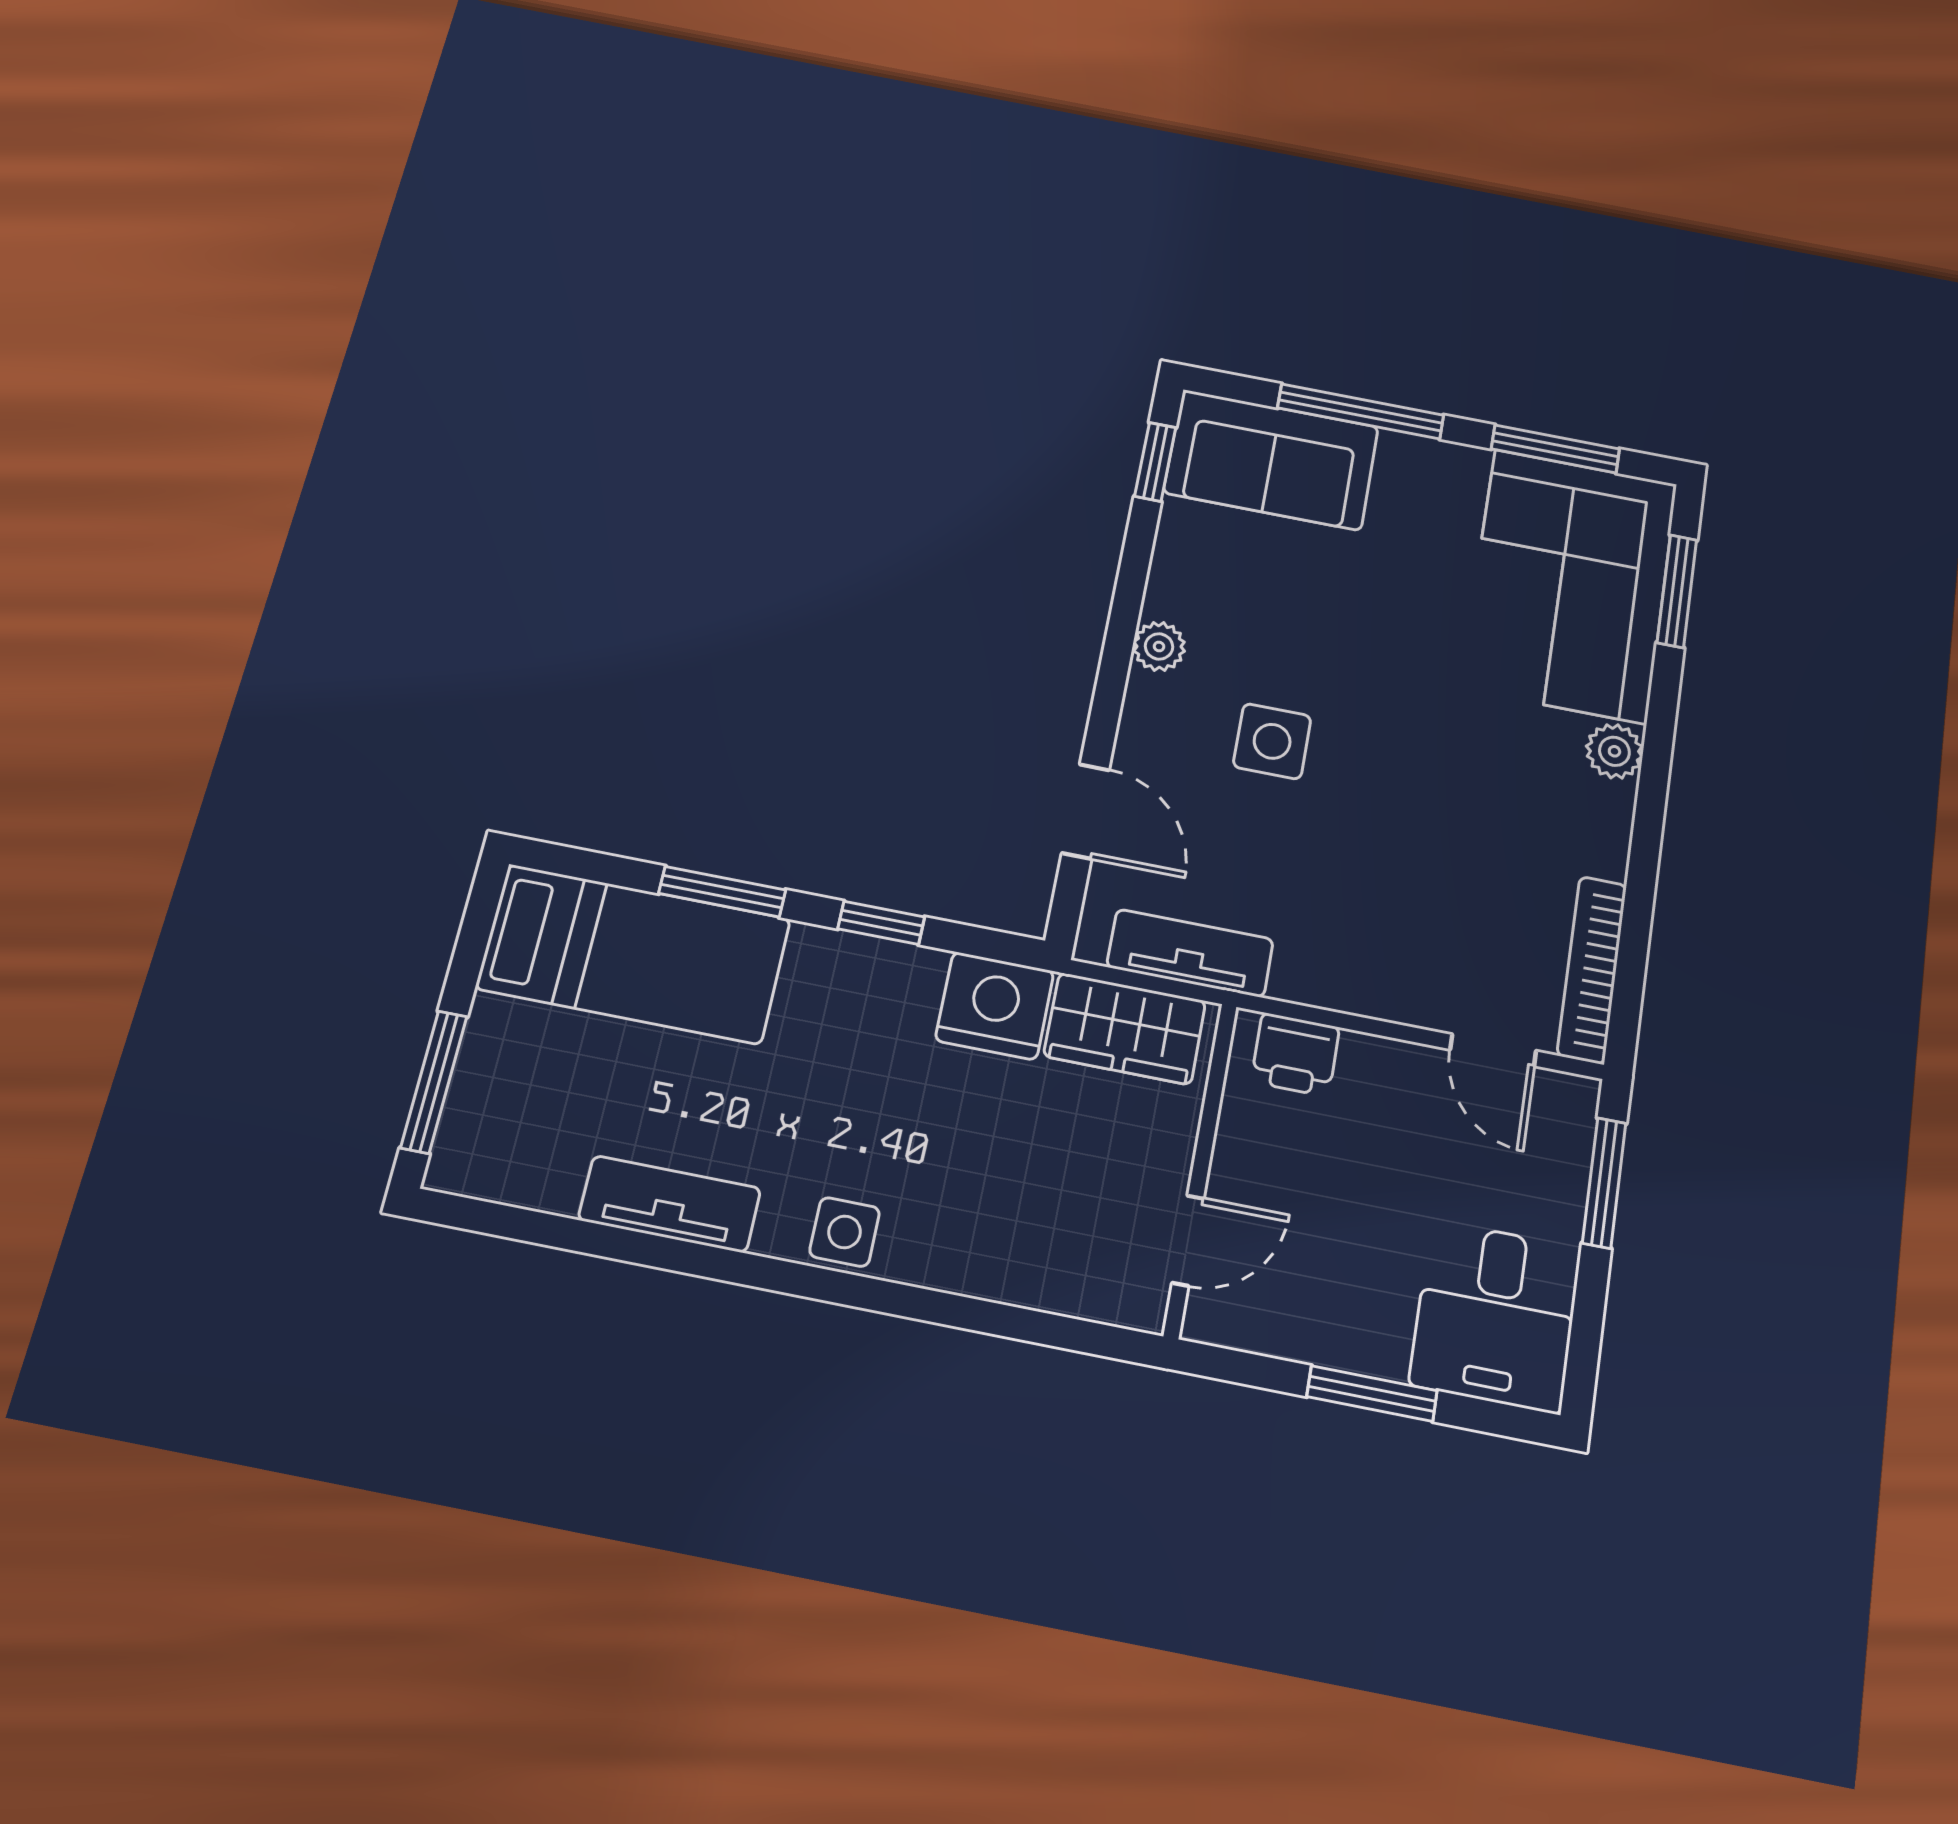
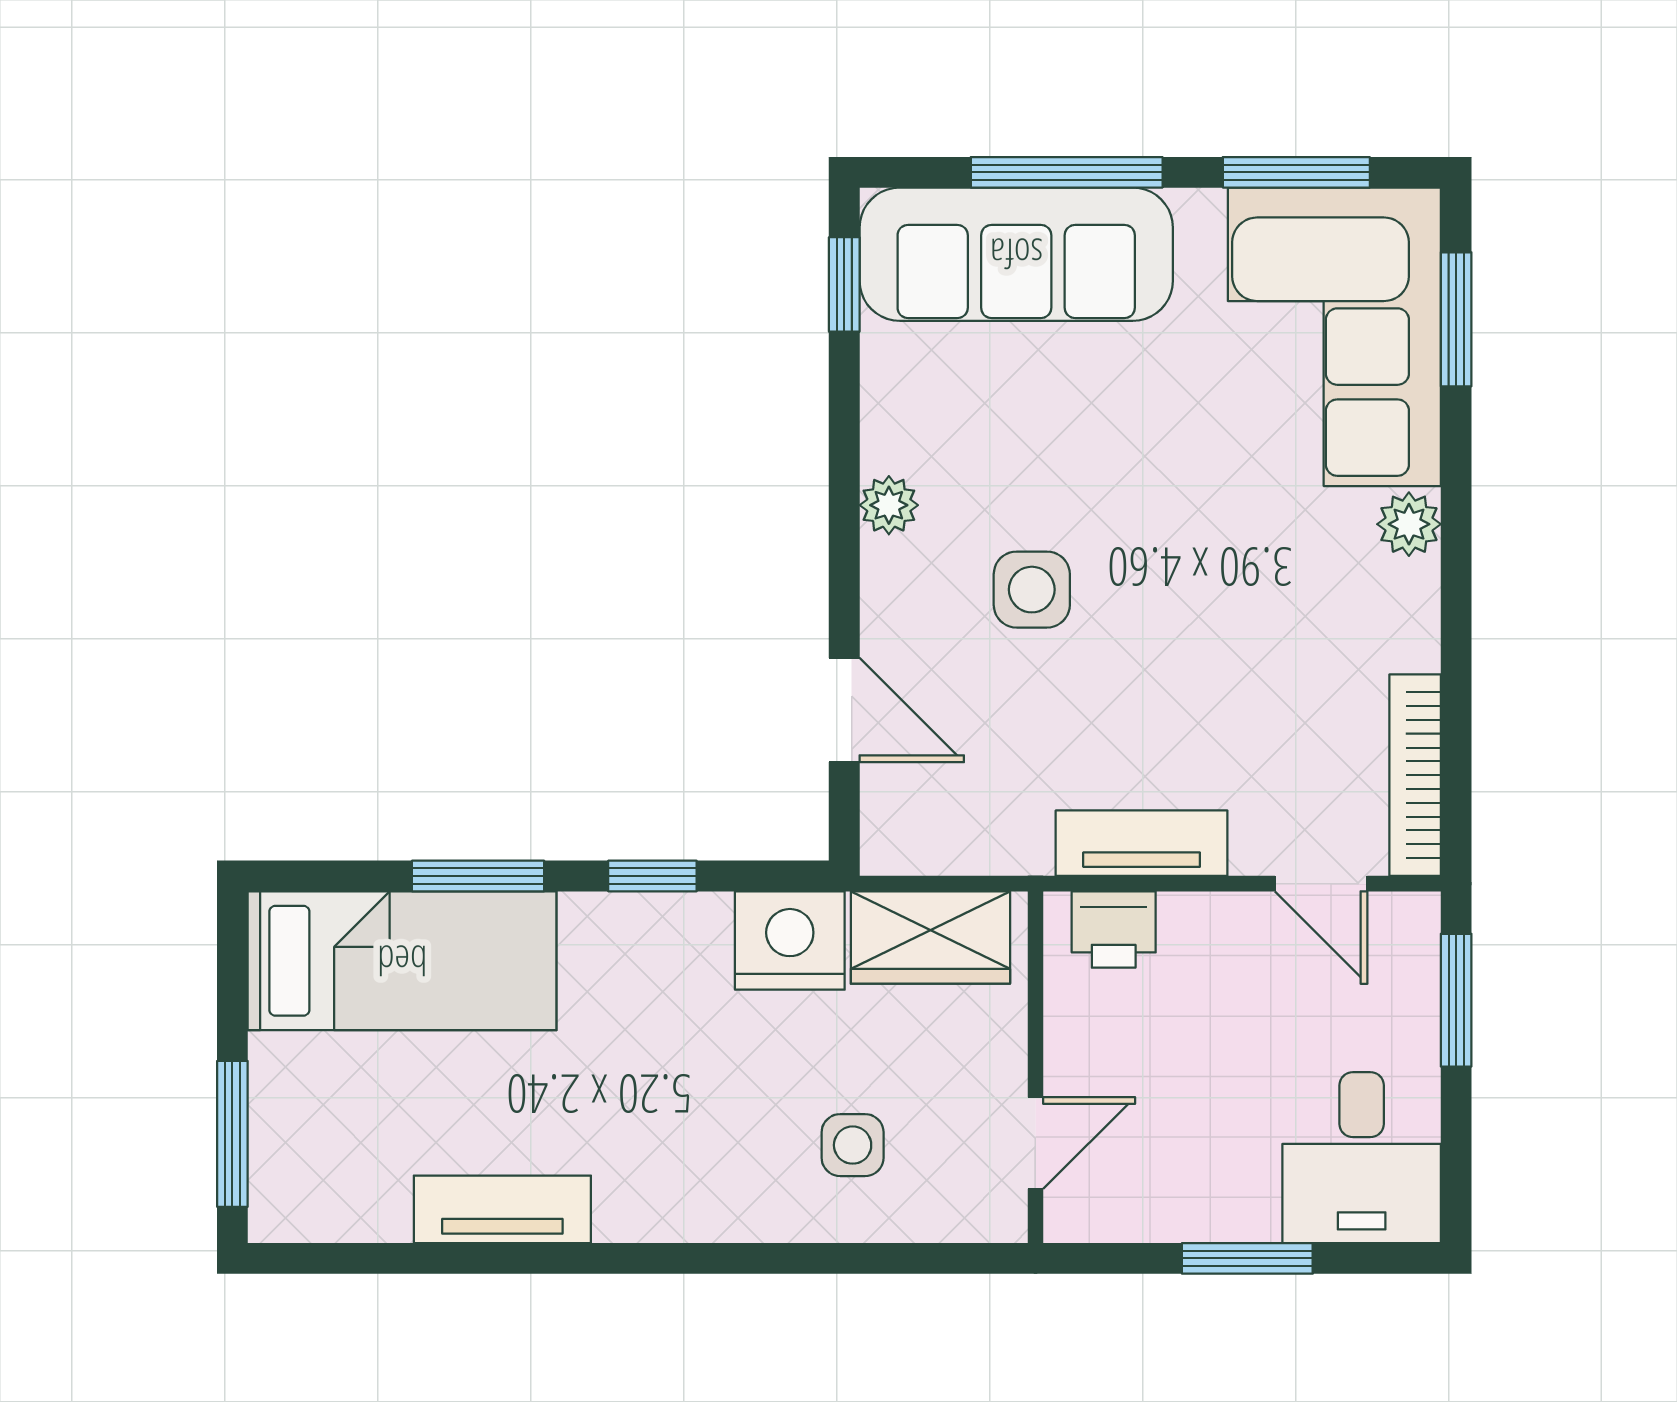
sofa: (1271, 460) -> (1016, 254), width x1.36
tv unit: (1190, 953) -> (1142, 843), moved
side table: (845, 1232) -> (853, 1145), moved

